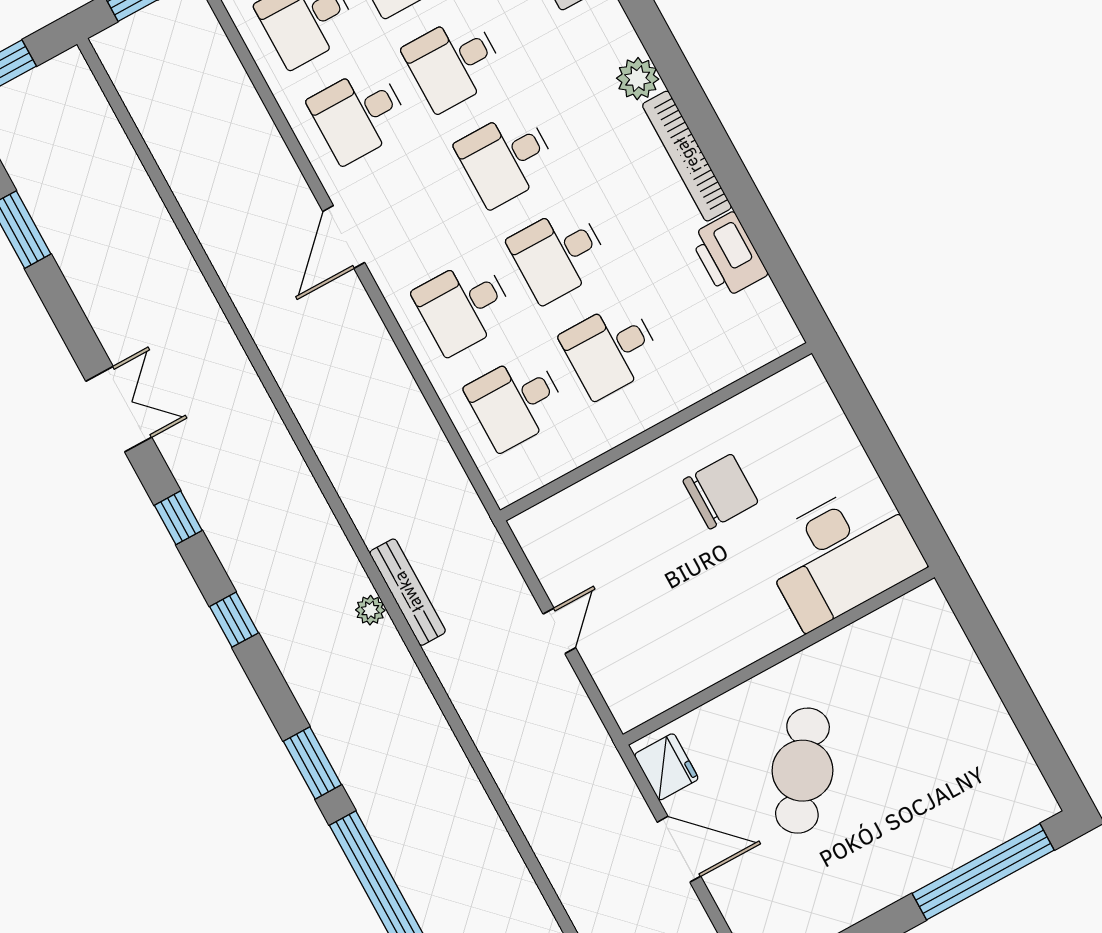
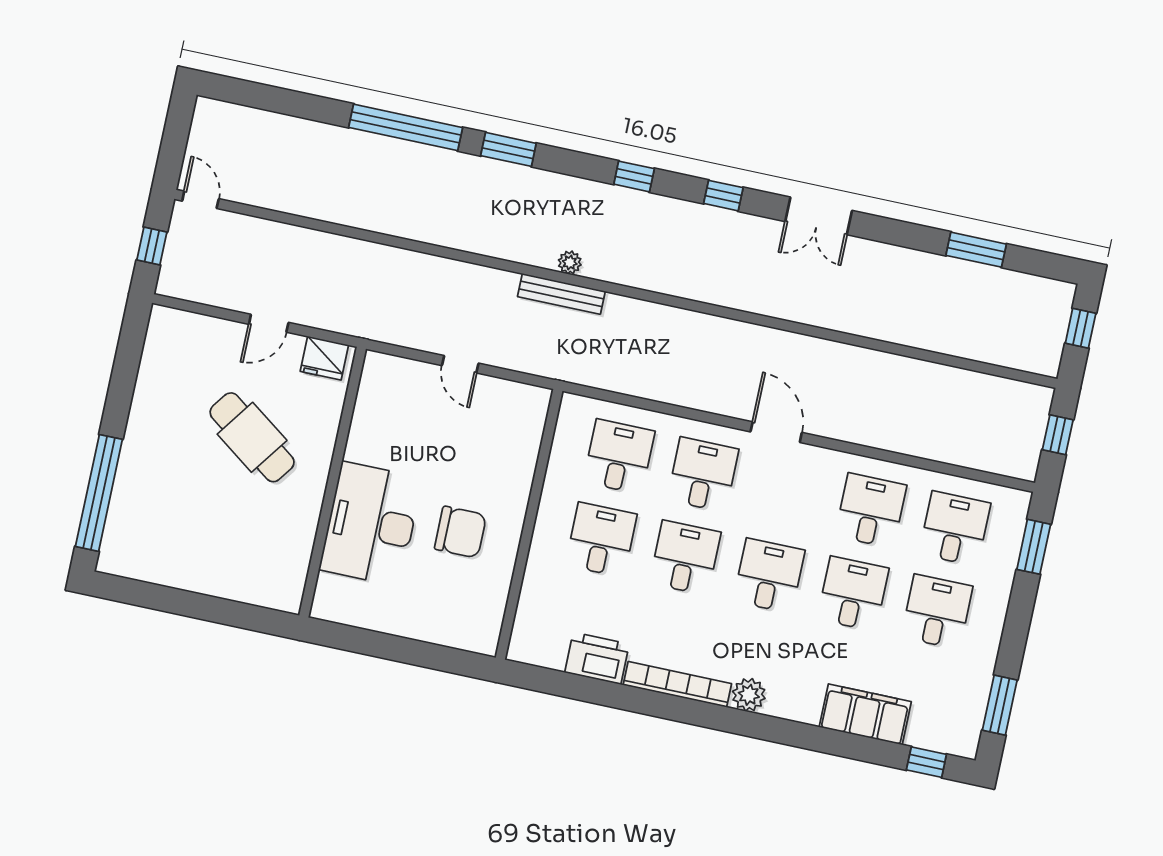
door: (344, 237) -> (776, 432), moved
chair: (721, 491) -> (460, 532), turned -90
desk: (842, 555) -> (371, 524), moved
door: (679, 849) -> (269, 323), width x0.73

